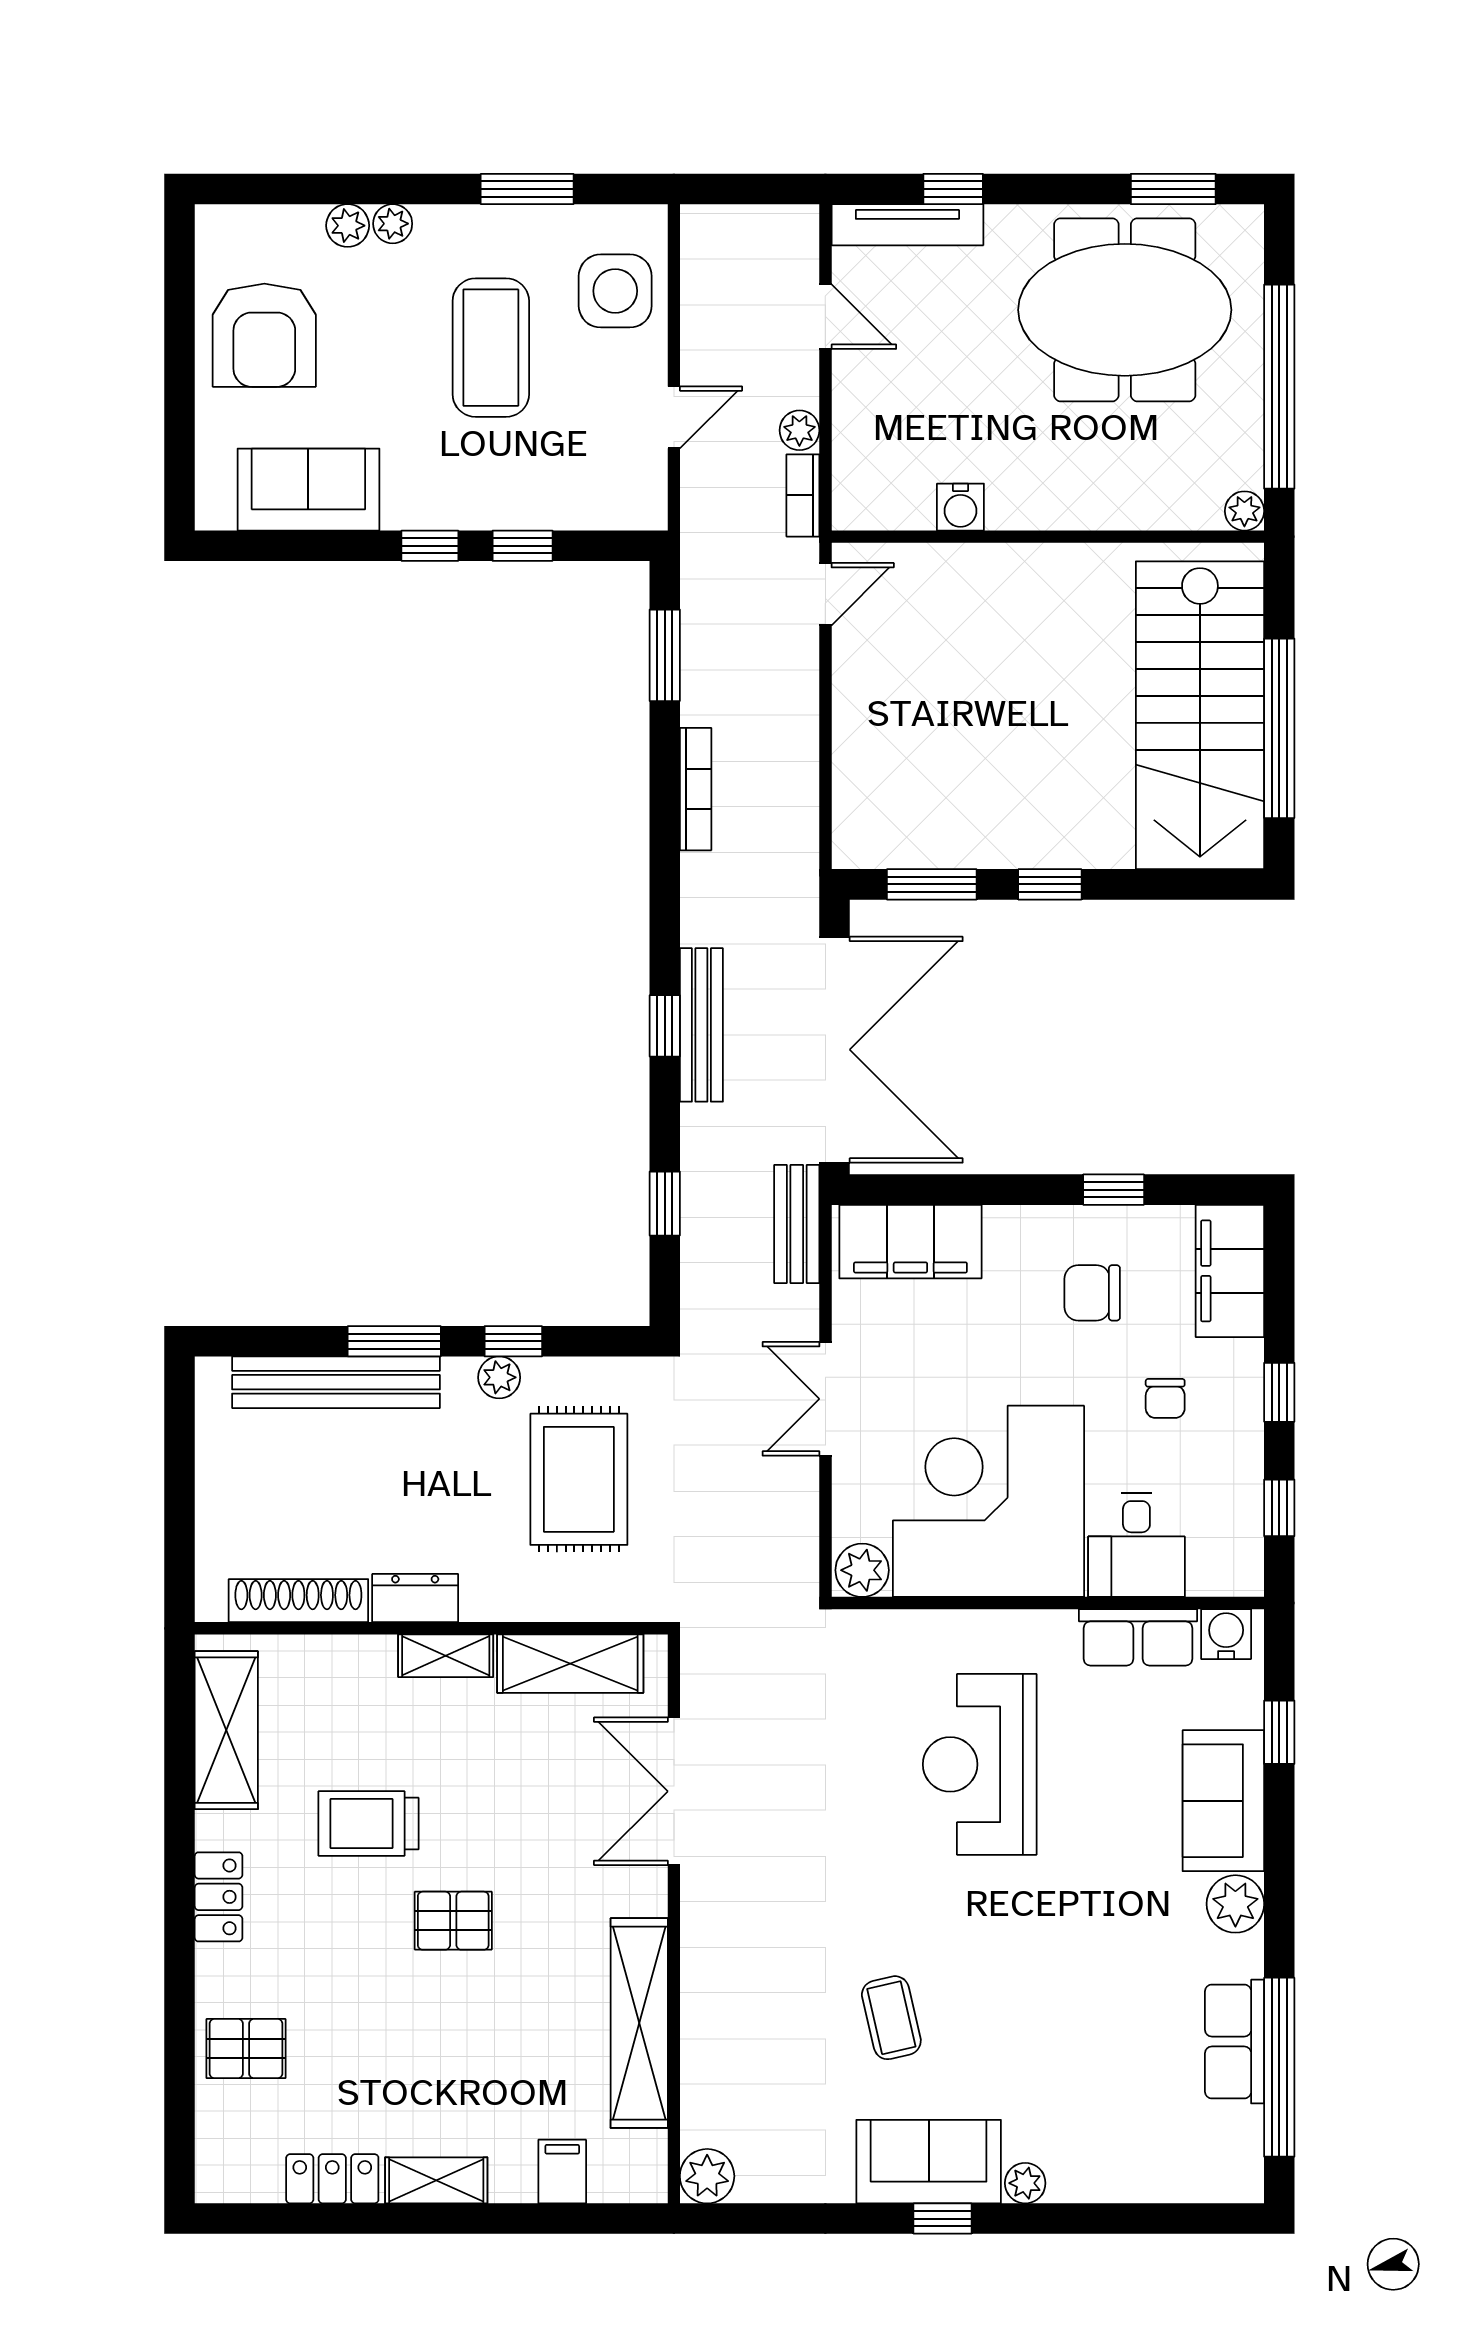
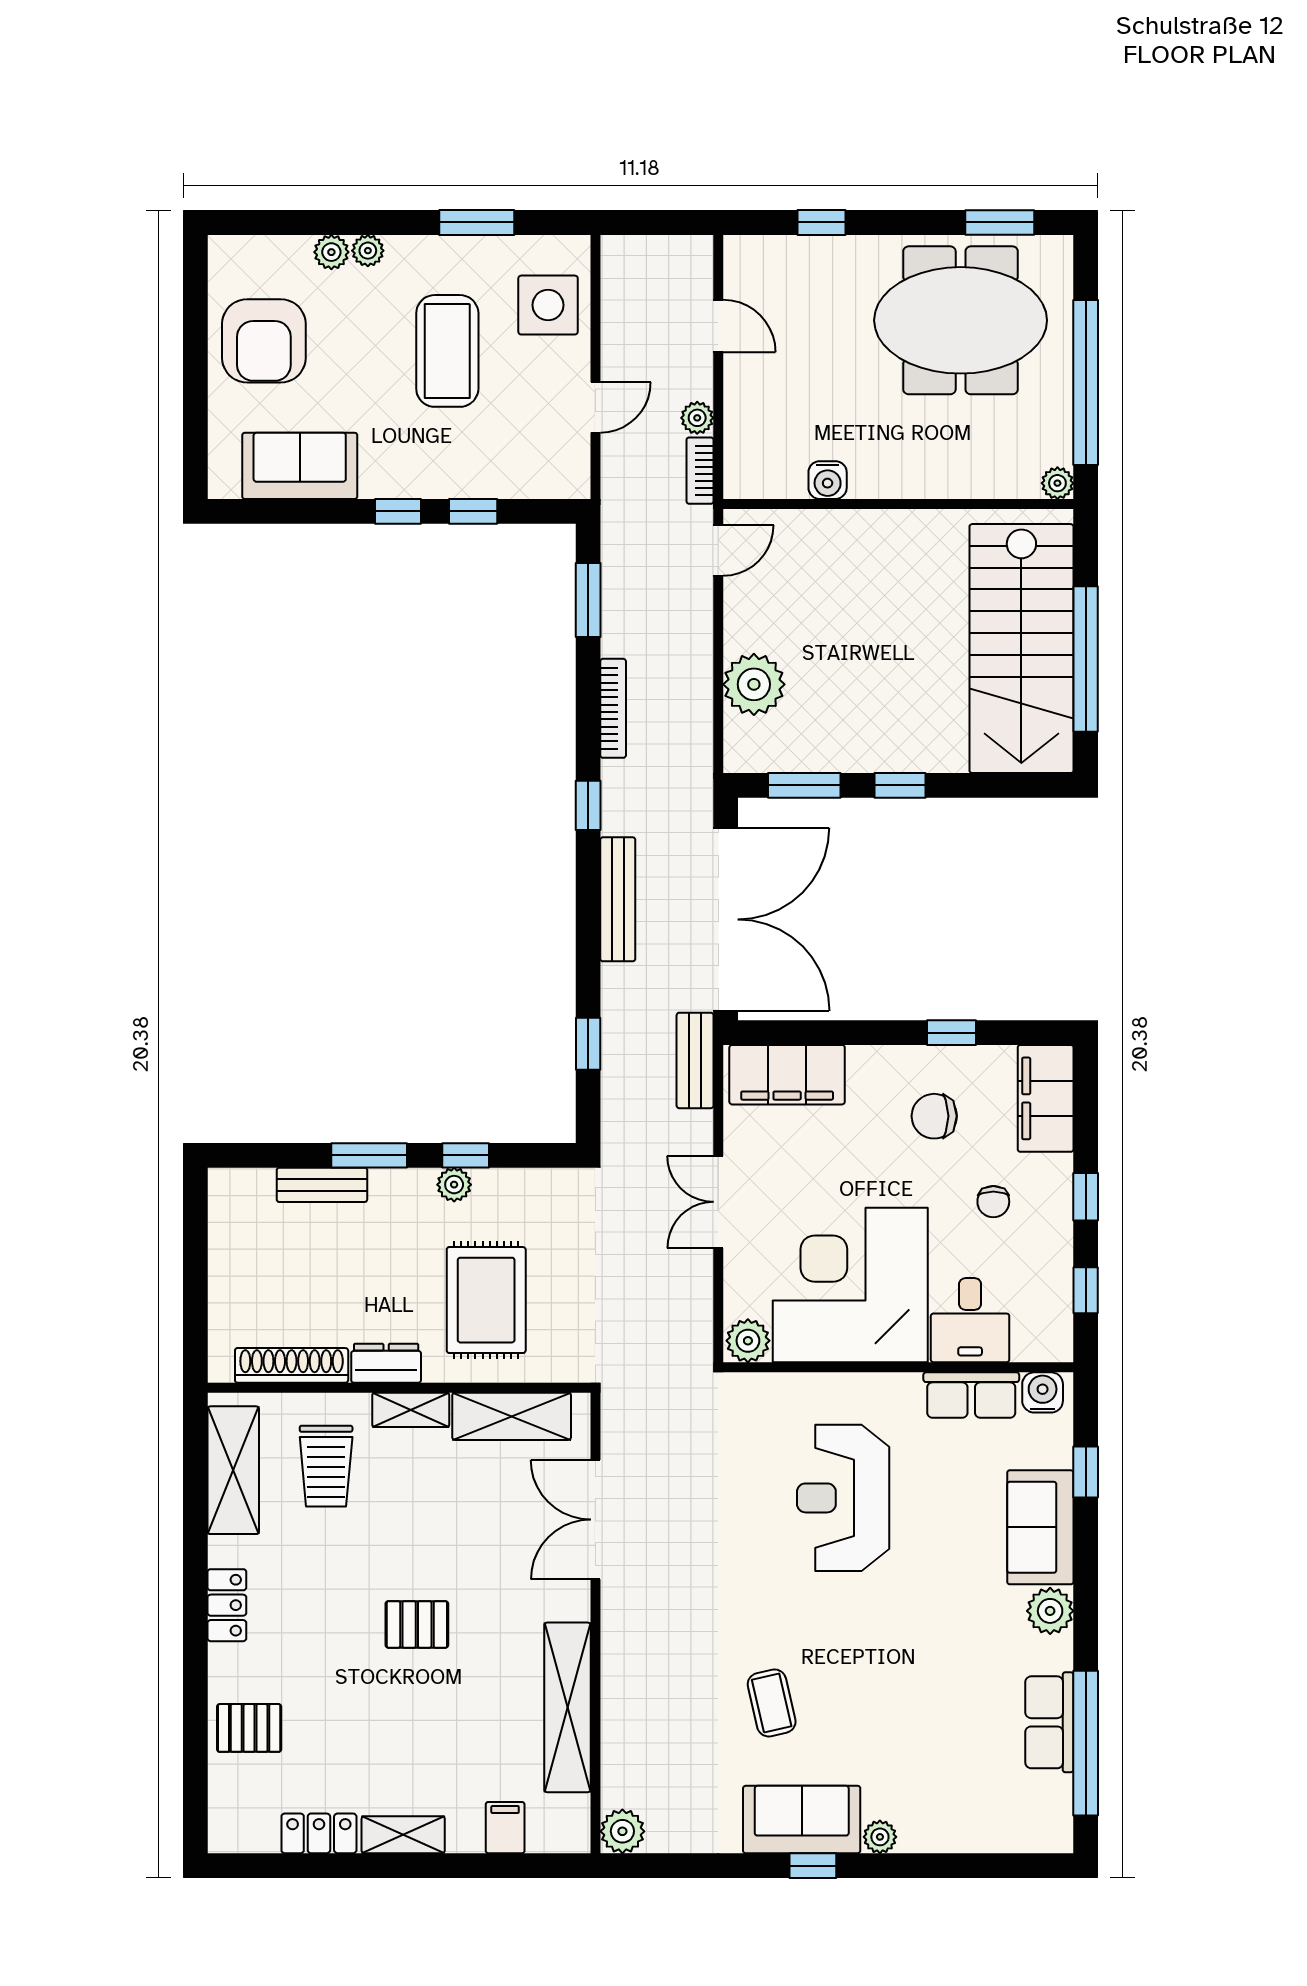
tv unit: (907, 225) -> (785, 251), removed
plant: (870, 760) -> (754, 684), added
window: (665, 1026) -> (588, 805), moved
bench: (336, 1382) -> (322, 1185), width x0.54, depth x0.82
rug: (579, 1479) -> (486, 1300), moved
trolley: (369, 1824) -> (326, 1466), moved, turned -90

